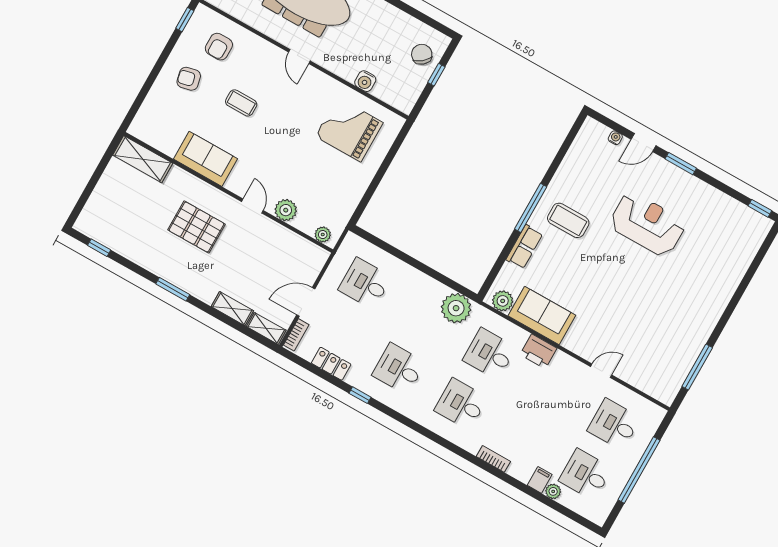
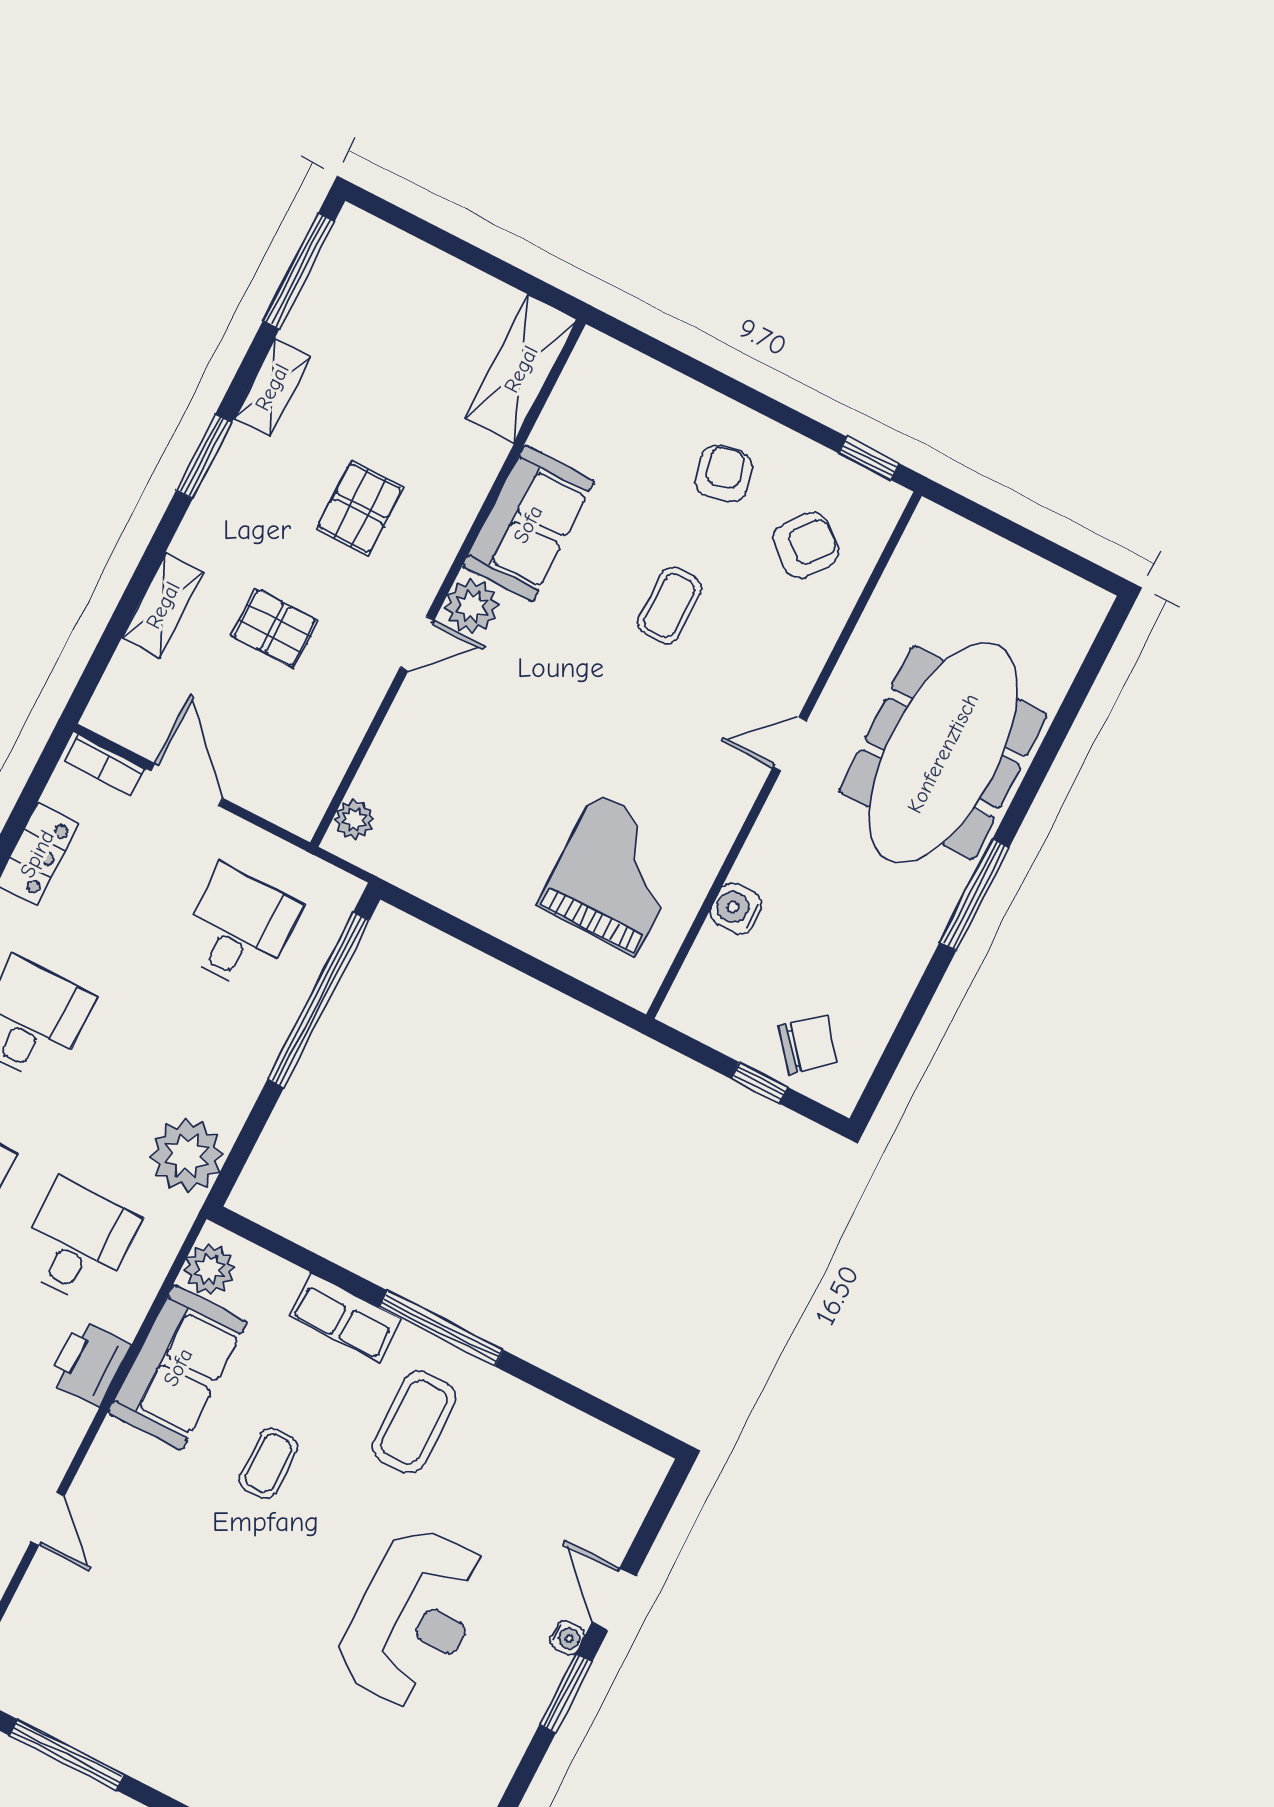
armchair: (219, 47) -> (806, 545), turned 129
water cooler: (615, 138) -> (567, 1638), moved
plant: (286, 210) -> (472, 606), moved
pallet: (196, 227) -> (360, 508), width x0.67, depth x0.71
window: (99, 248) -> (299, 271), width x2.17
window: (395, 252) -> (319, 1000), added
pallet: (244, 264) -> (275, 628), added
coffee table: (582, 280) -> (268, 1463), added
shelving: (266, 328) -> (272, 387), moved

